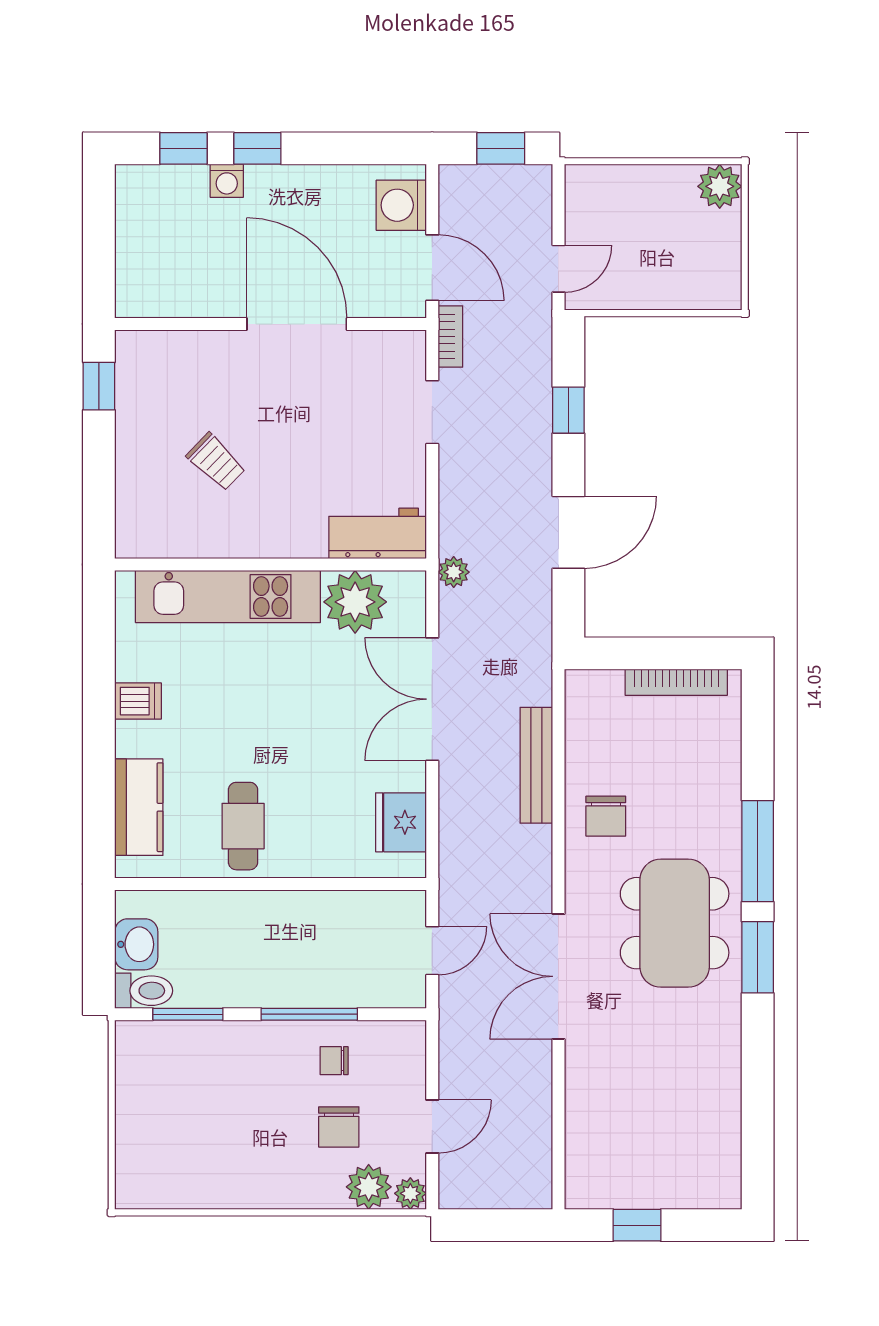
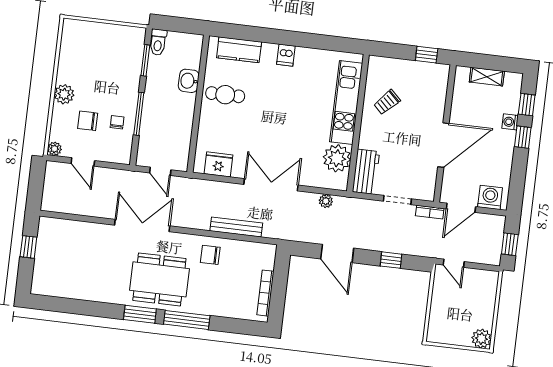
shelving: (132, 245) -> (487, 77), added
workbench: (378, 533) -> (366, 172), moved
wall: (270, 565) -> (358, 123), moved
kitchen unit: (228, 597) -> (346, 103), moved
plant: (355, 602) -> (337, 158), moved
washbasin: (136, 944) -> (189, 81), moved, turned 90
plant: (369, 1187) -> (64, 94), moved

